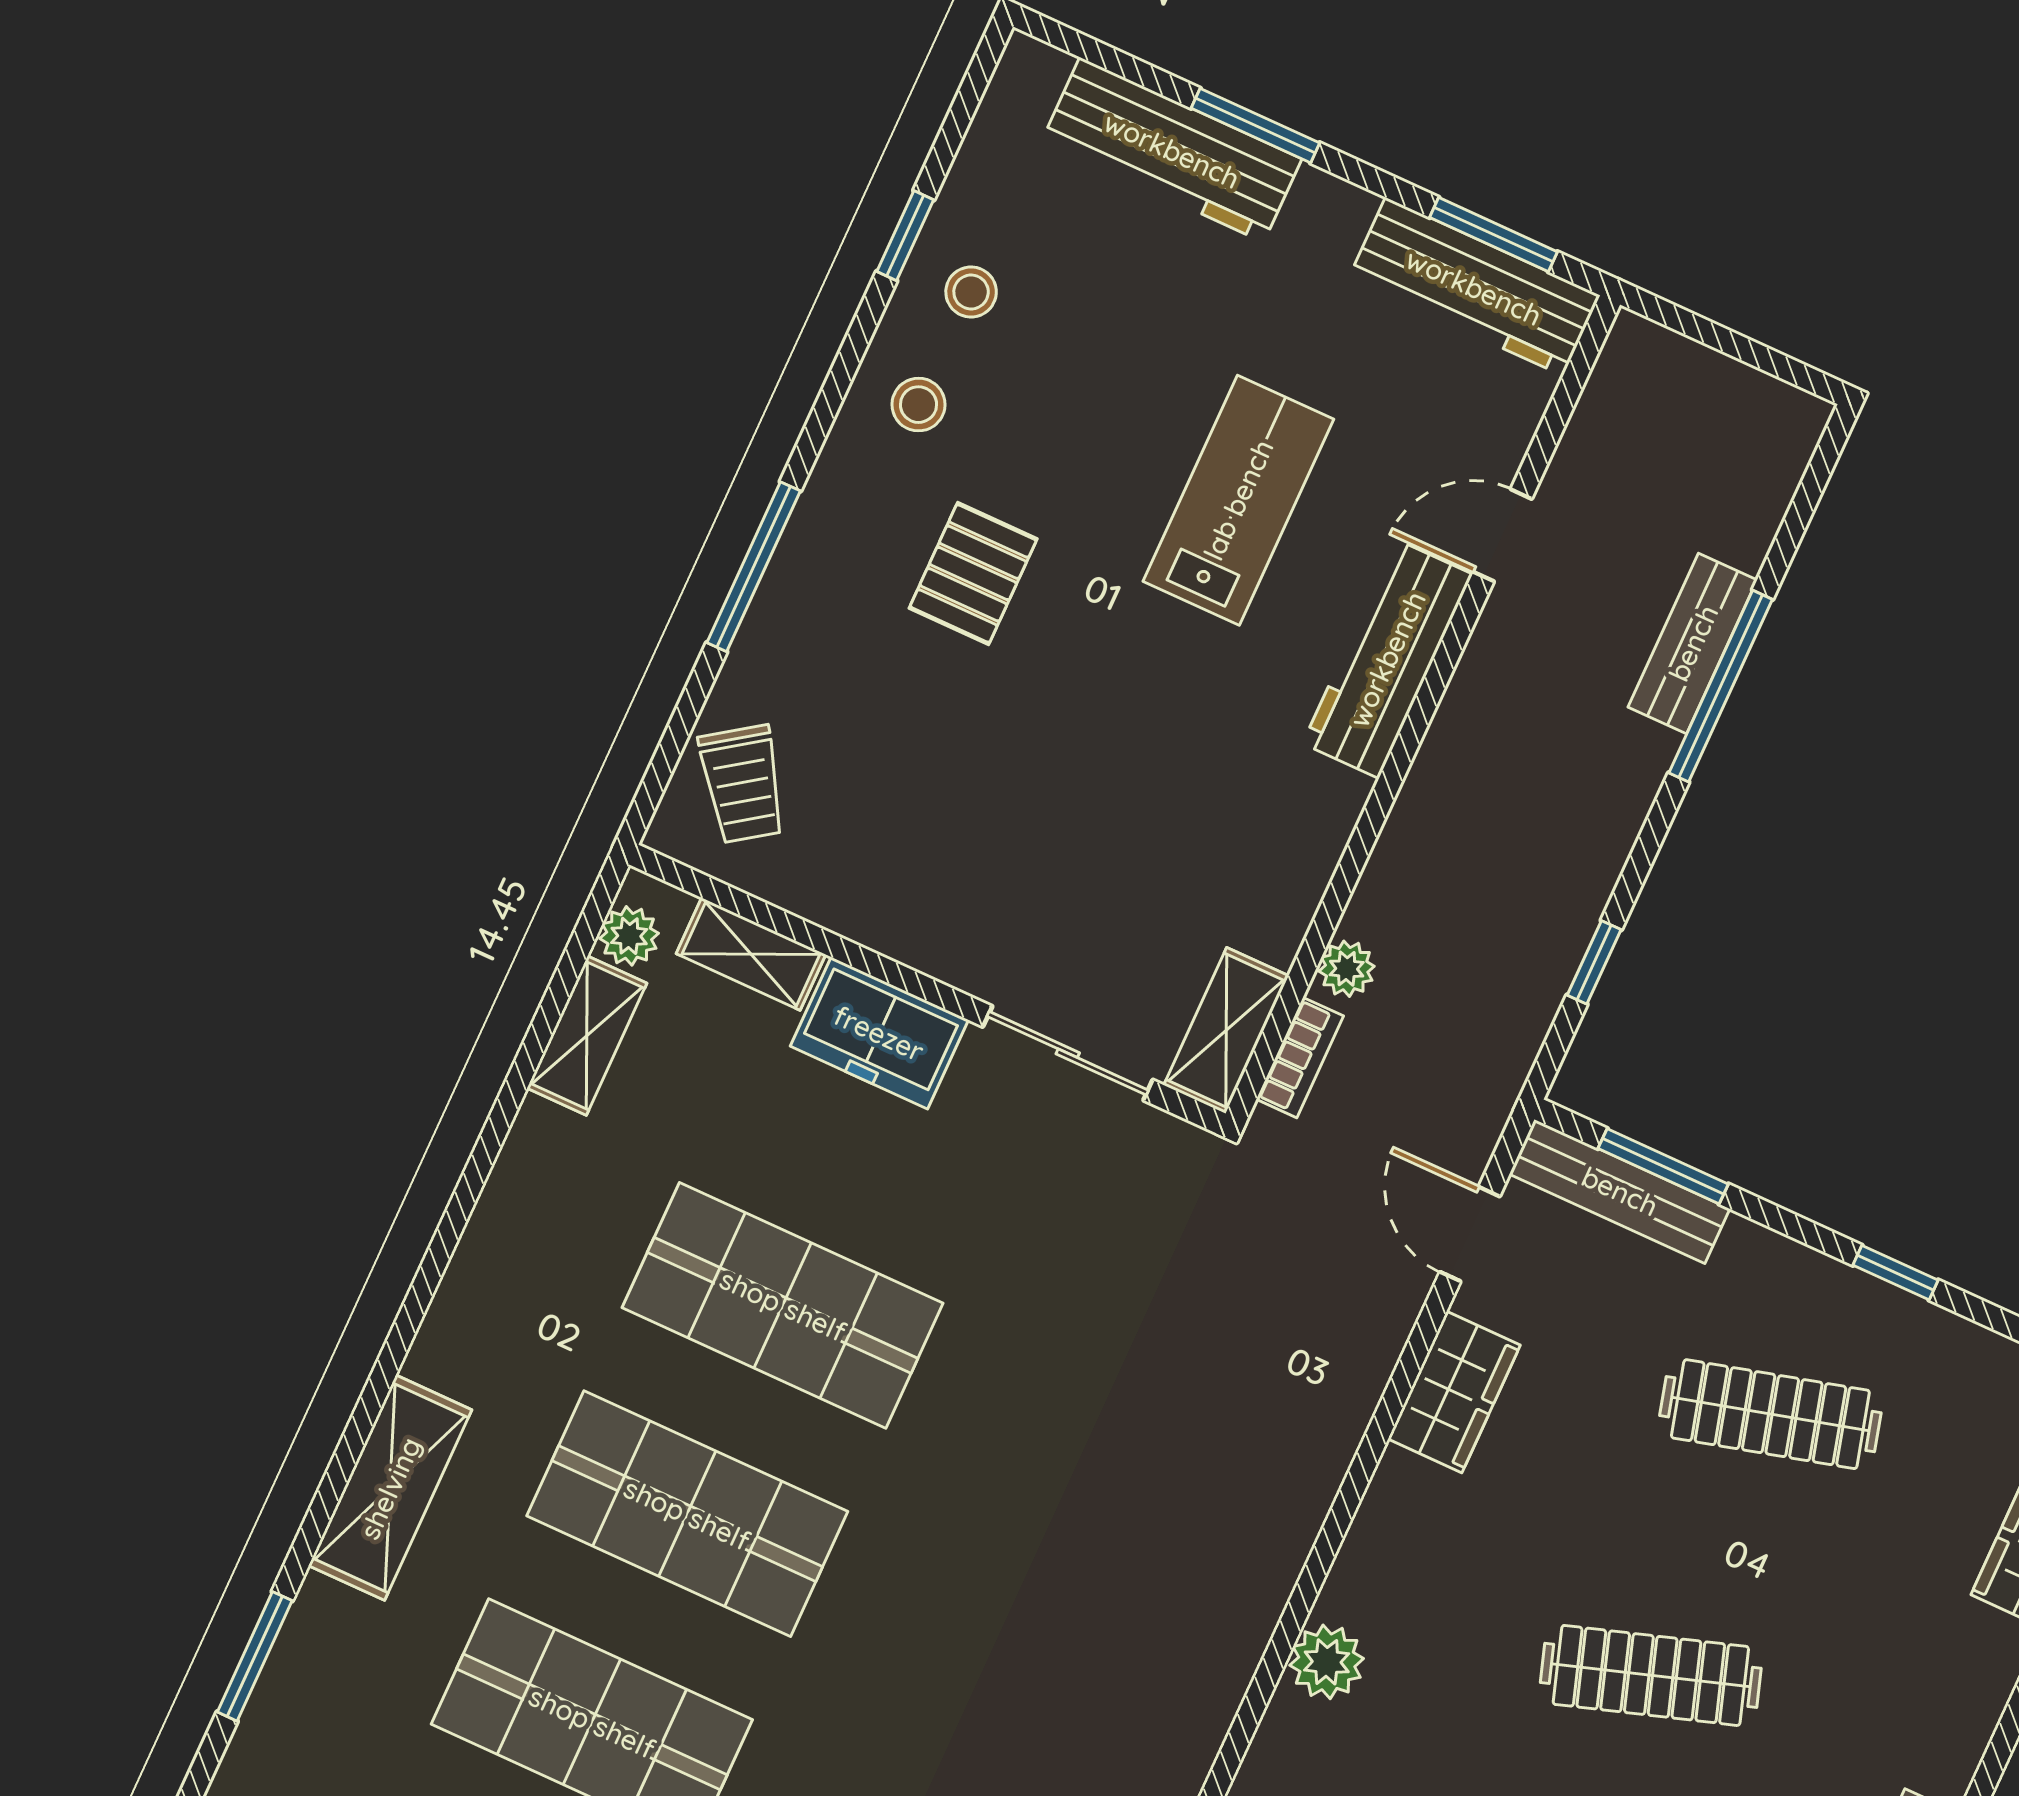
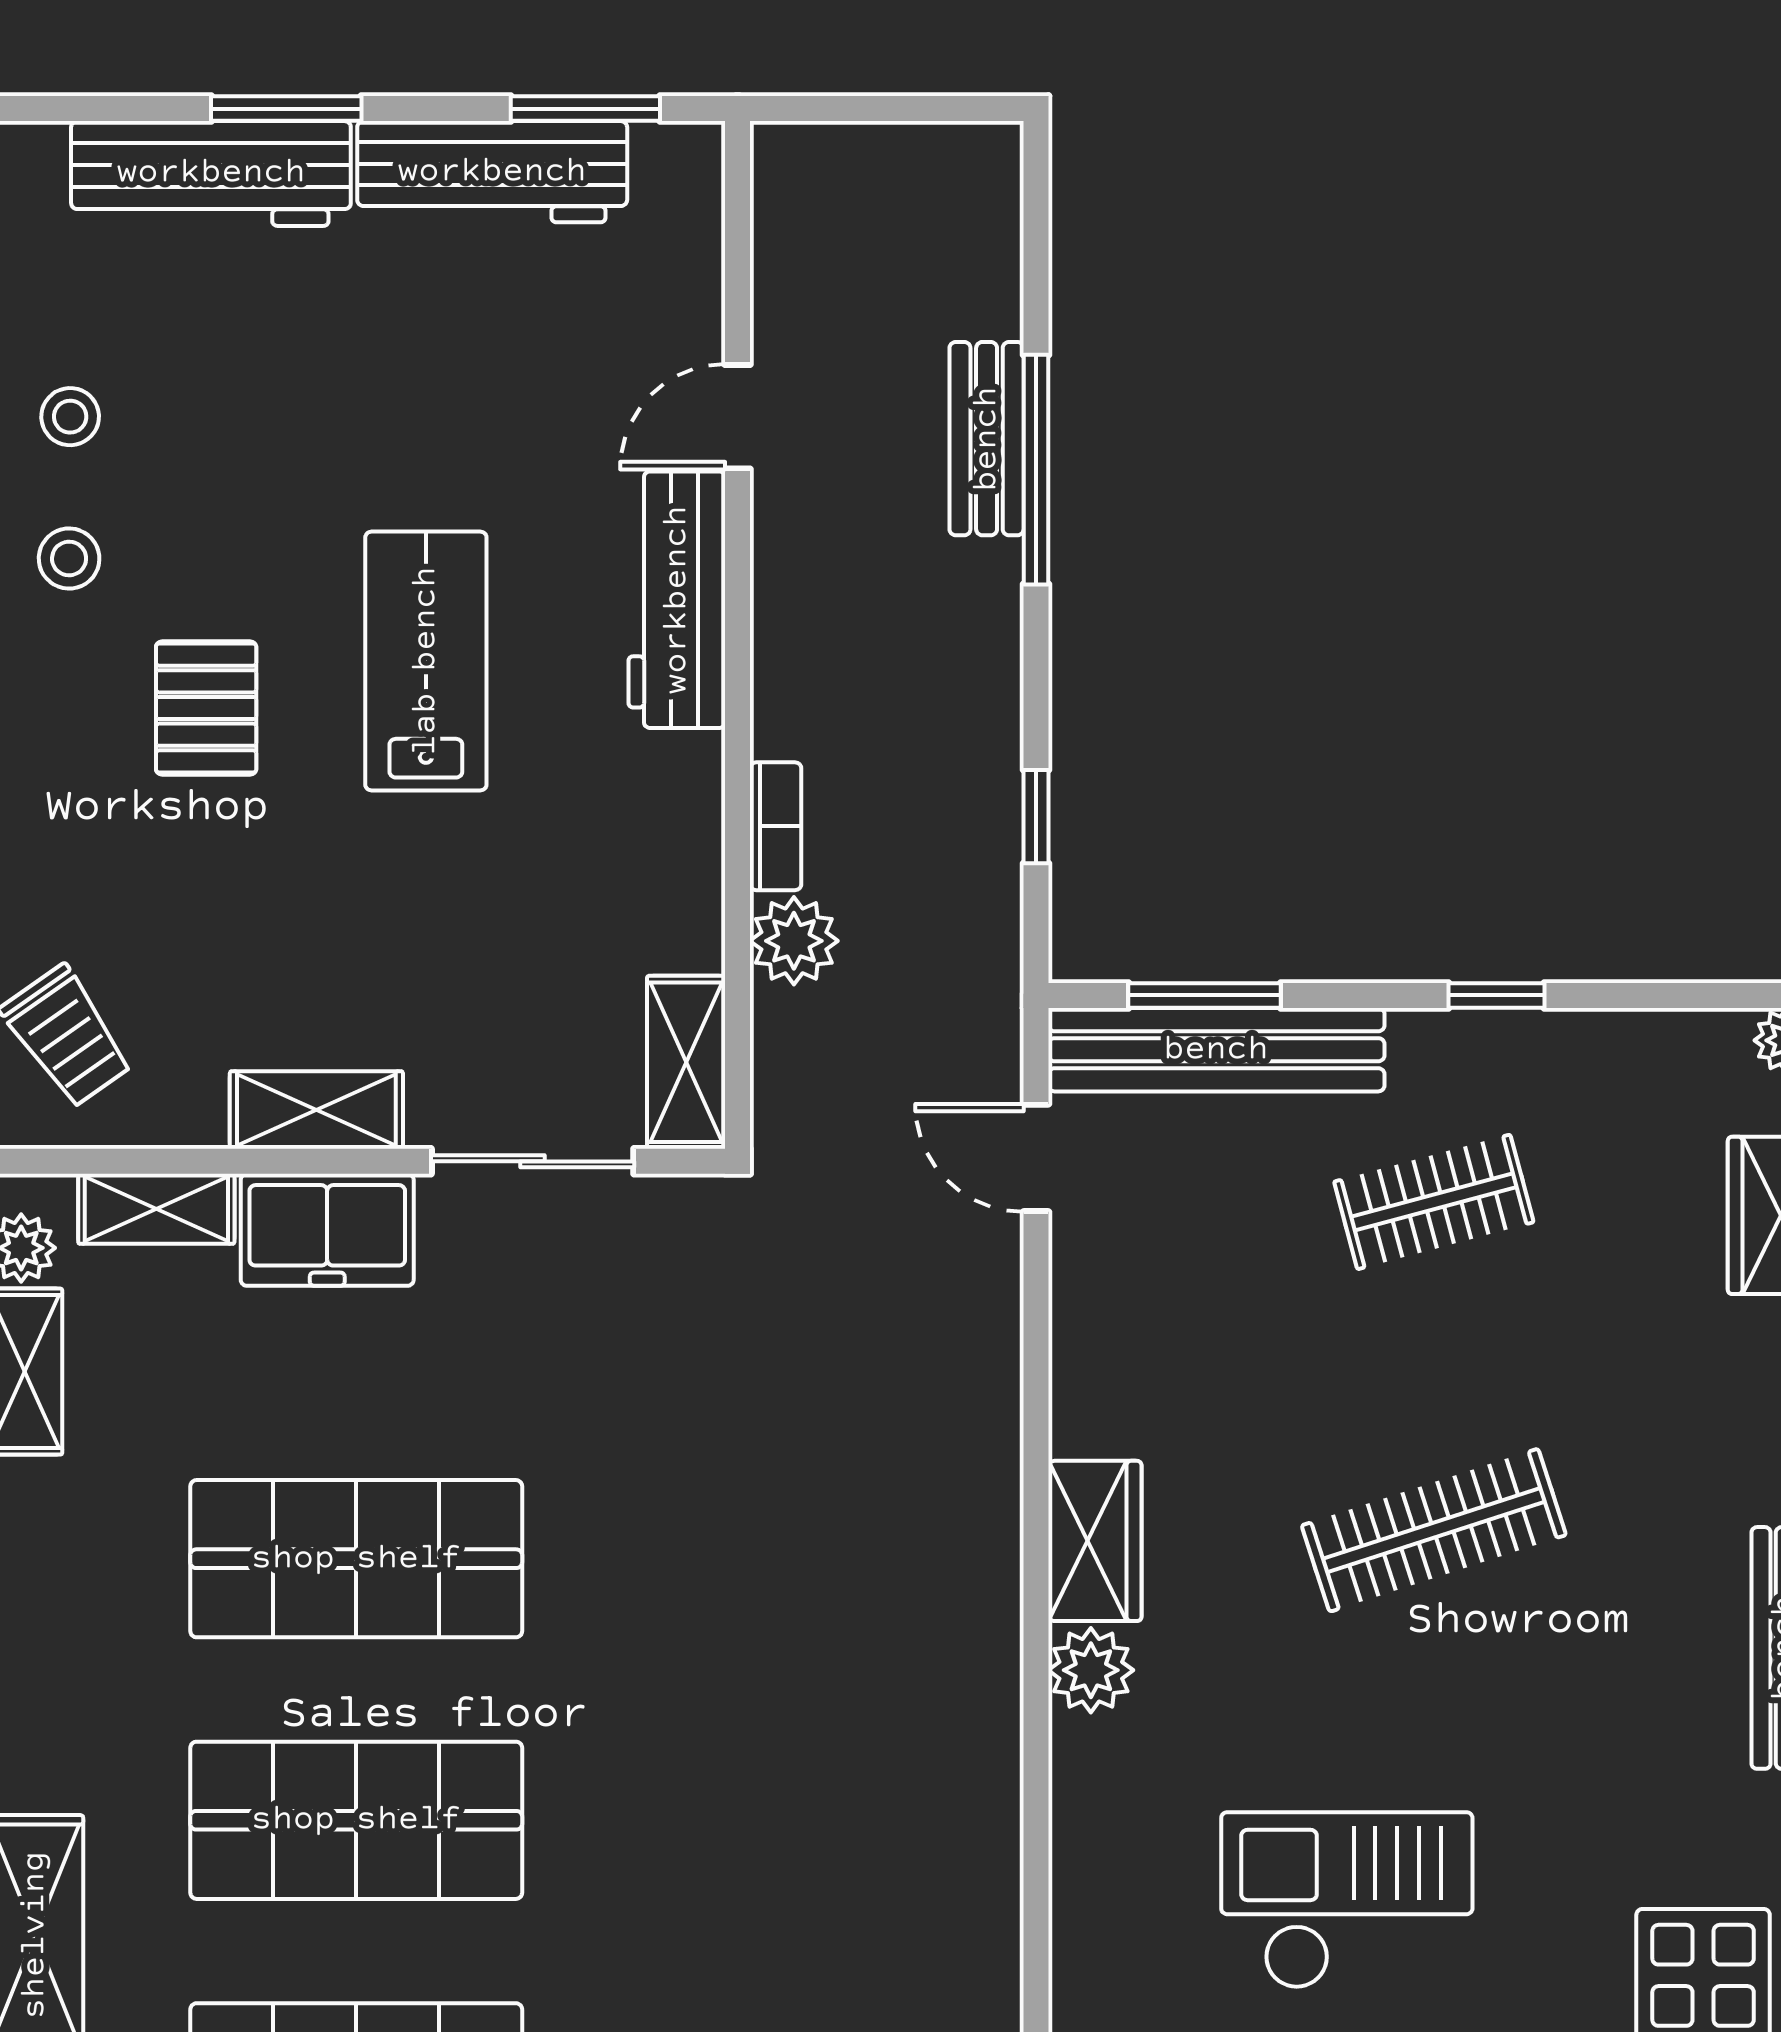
workbench: (1474, 287) -> (492, 172), moved
lab bench: (1238, 500) -> (426, 661), moved
shelving: (914, 934) -> (316, 1110), added
plant: (1347, 969) -> (794, 941), width x1.38, depth x1.38
bookcase: (1300, 1058) -> (776, 826), moved
bench: (1620, 1191) -> (1216, 1050), width x1.37, depth x1.21
wardrobe: (1454, 1392) -> (1095, 1541), moved
clothes rail: (1770, 1414) -> (1434, 1202), width x0.73

